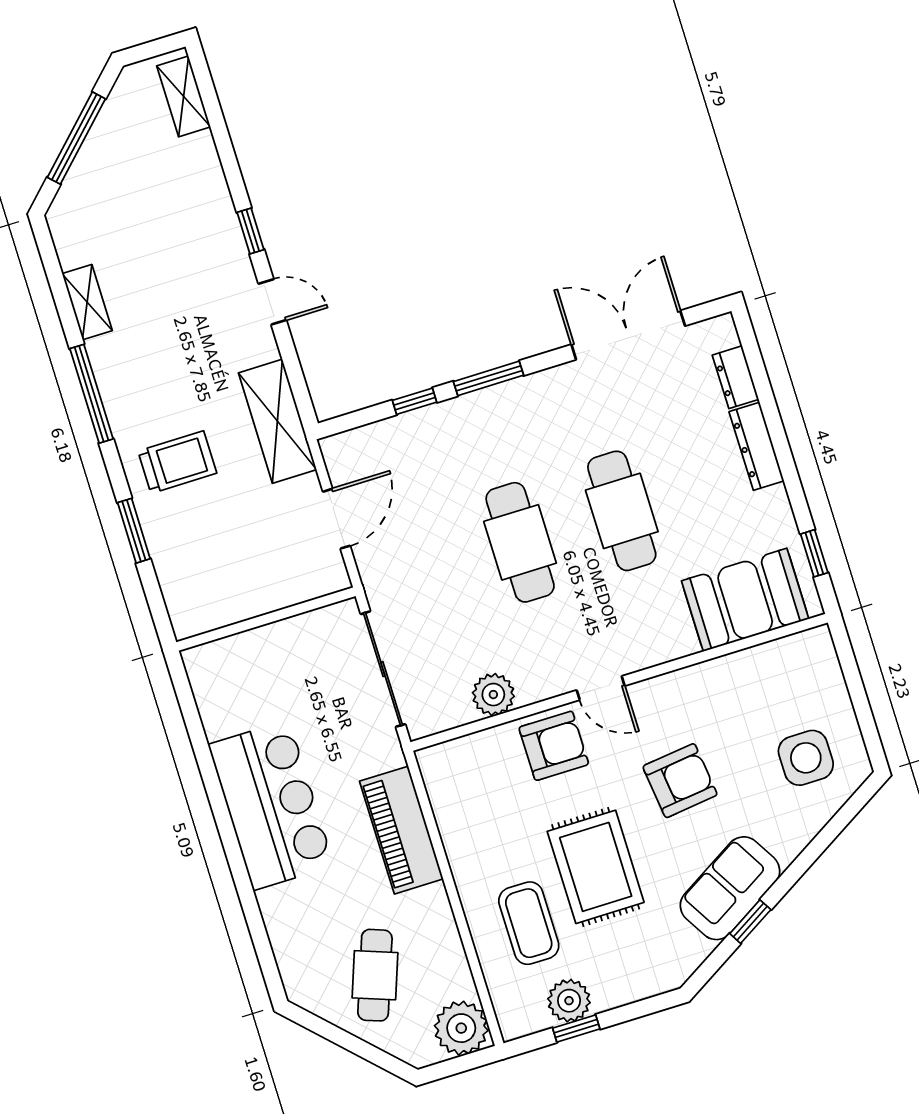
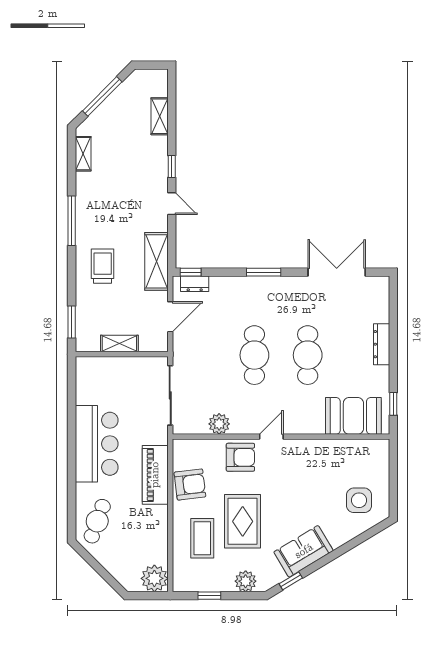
shelving: (184, 96) -> (160, 116), moved
shelving: (87, 302) -> (83, 154), moved
dresser: (736, 377) -> (195, 284), moved, turned -90
window: (415, 401) -> (191, 272), moved
trolley: (177, 462) -> (103, 266), turned -90
window: (134, 531) -> (72, 322), moved
shelving: (255, 600) -> (119, 344), added
door: (601, 688) -> (271, 437), swing flipped
armchair: (680, 781) -> (190, 485), moved
window: (750, 922) -> (291, 581), moved
cafe table: (375, 975) -> (97, 521), moved
plant: (569, 1001) -> (246, 581), moved

